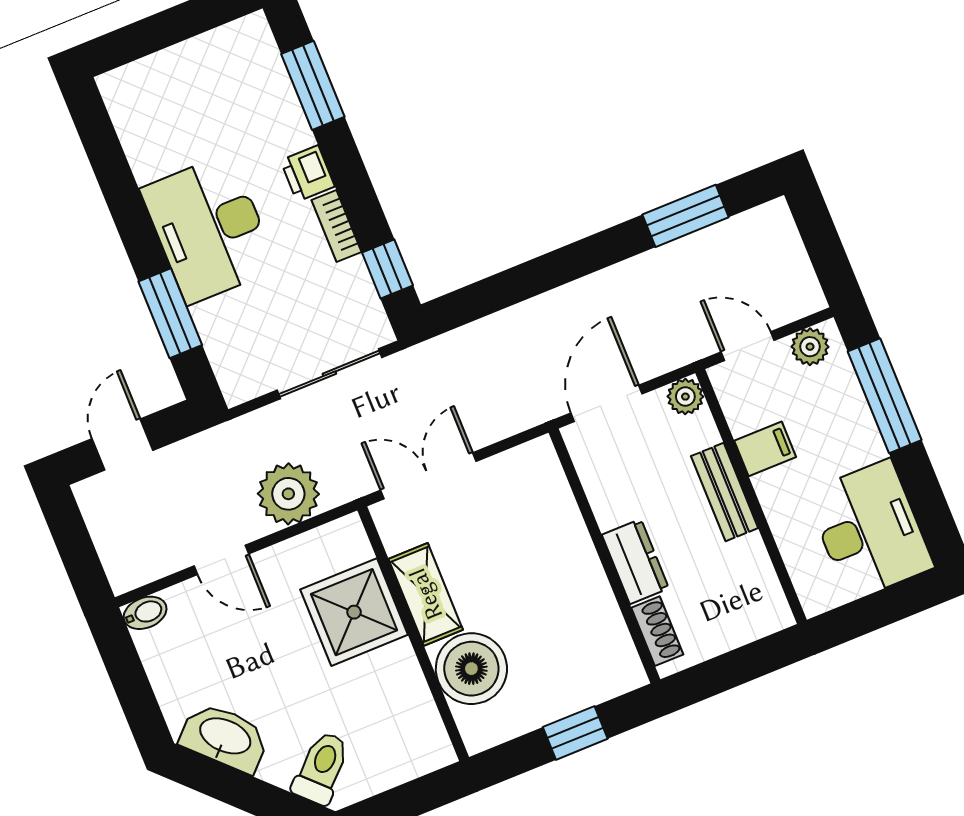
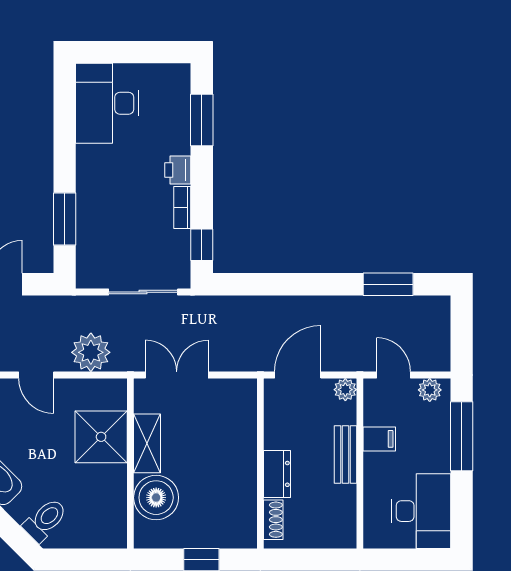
desk: (209, 229) -> (107, 103), moved

